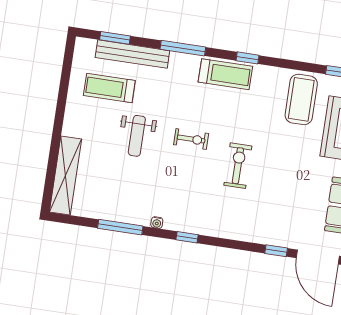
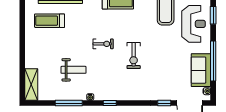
weight bench: (137, 136) -> (74, 70), moved, turned -90
exercise bike: (238, 166) -> (134, 56), turned 180
shelving: (65, 175) -> (31, 84), width x0.68

